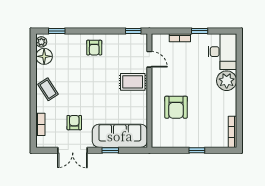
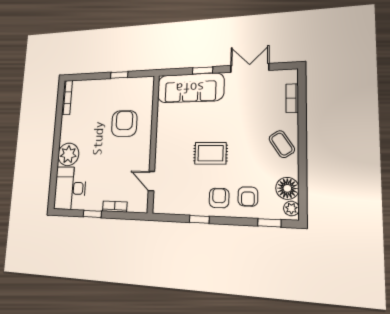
window: (133, 31) -> (199, 219), moved
rug: (133, 82) -> (210, 153), moved
armchair: (74, 123) -> (248, 196), moved
window: (197, 150) -> (119, 75), moved

